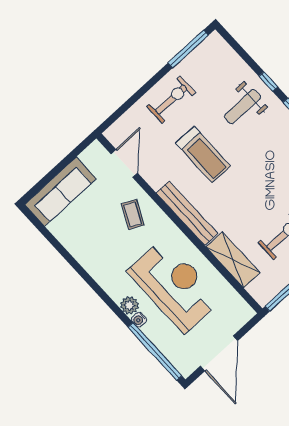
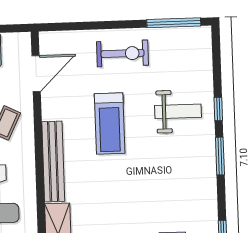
weight bench: (242, 107) -> (178, 111), turned 180

